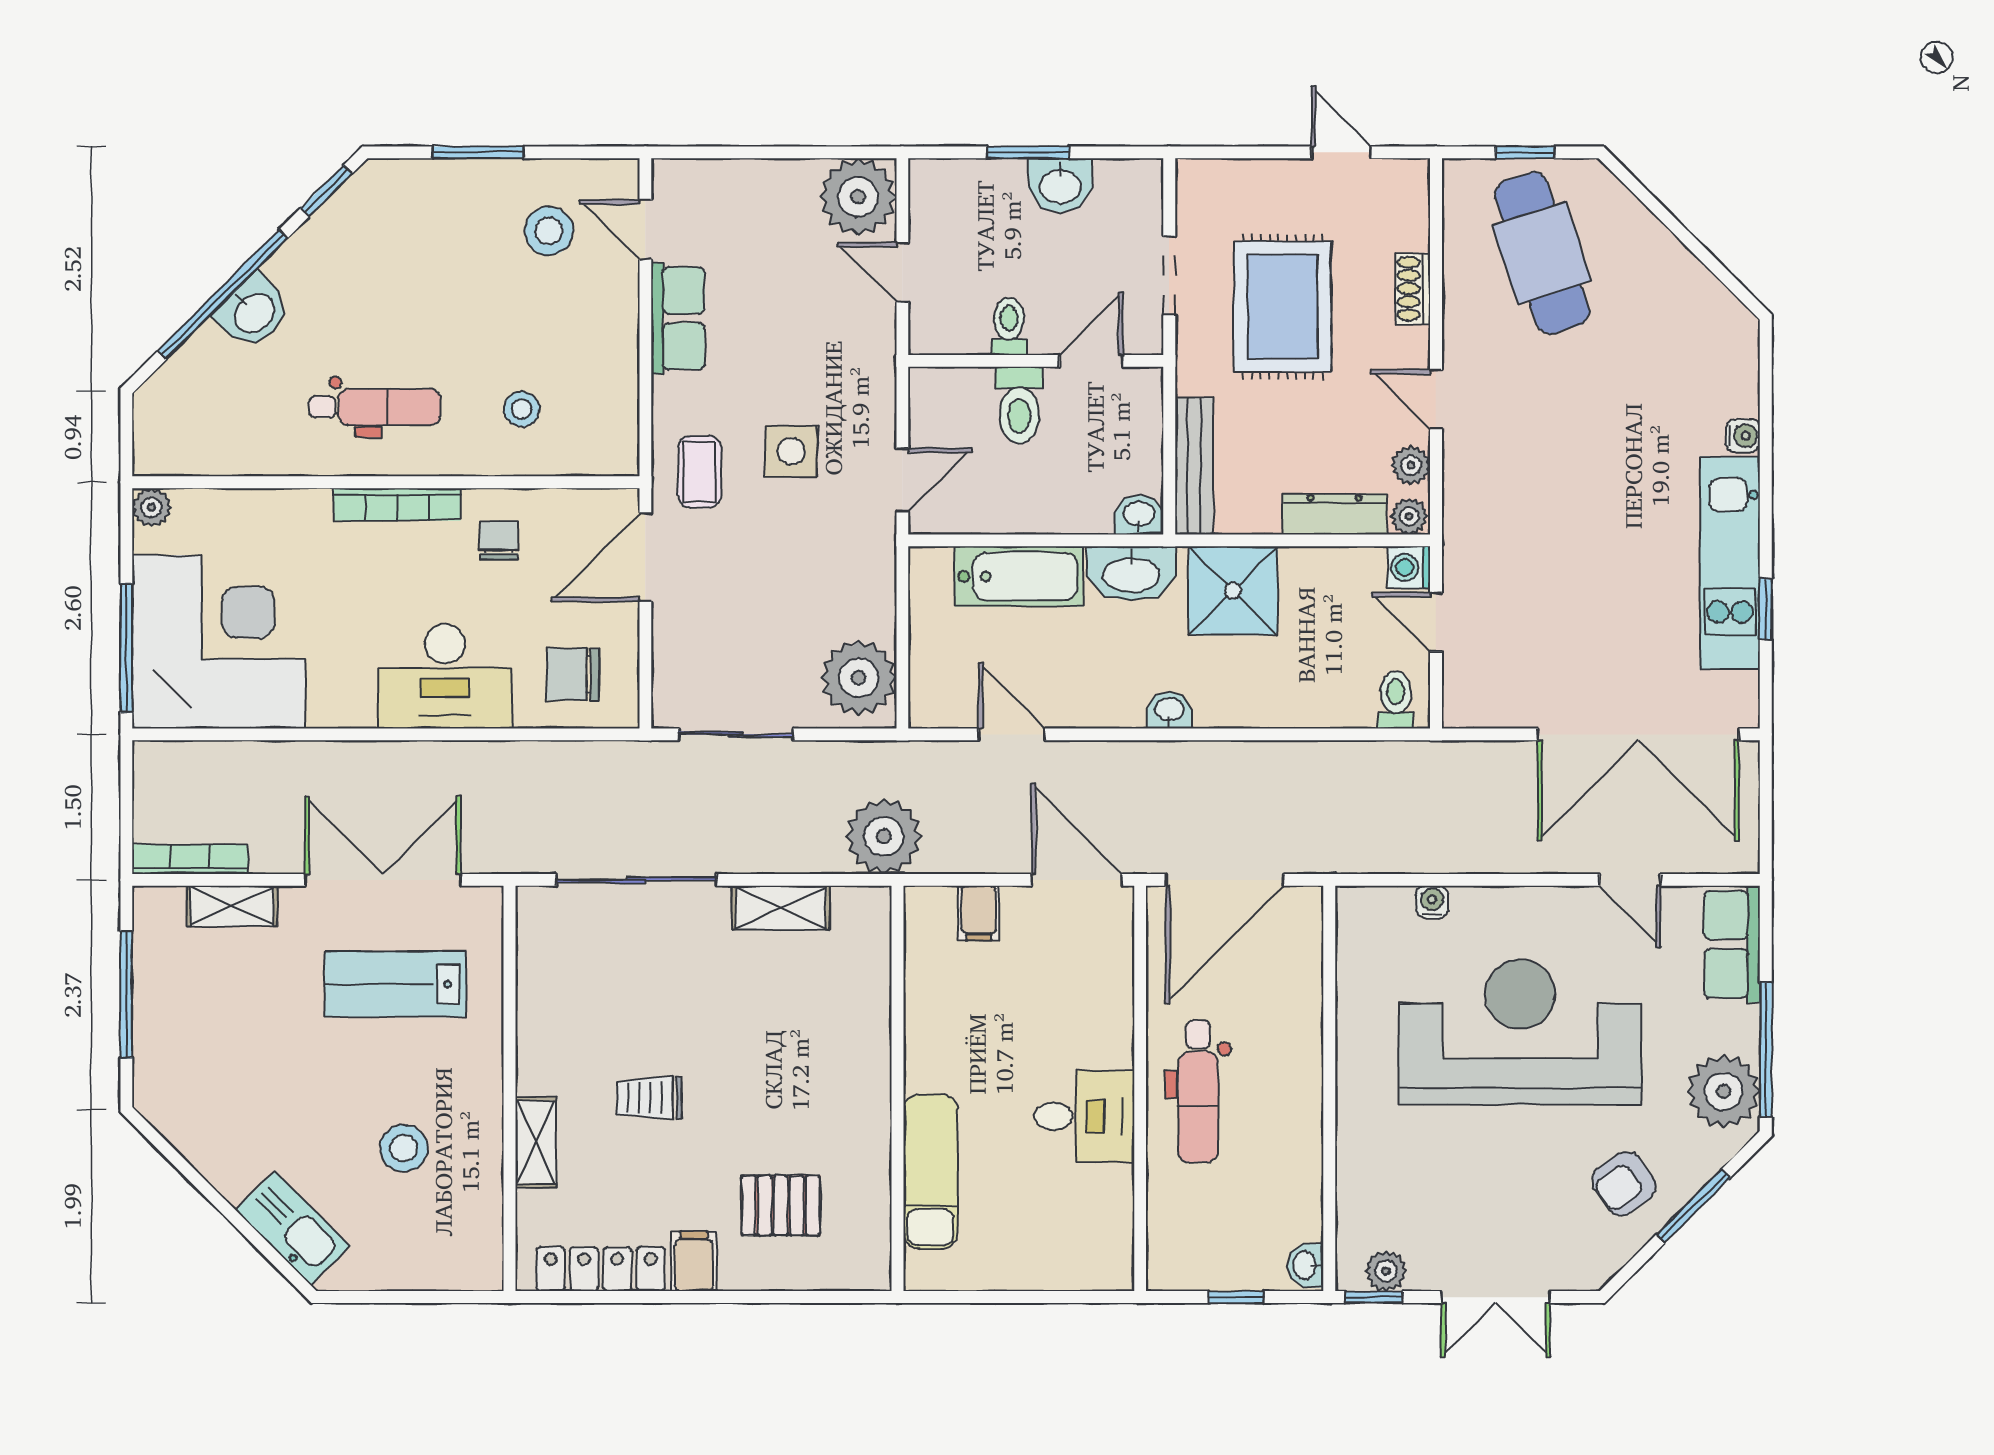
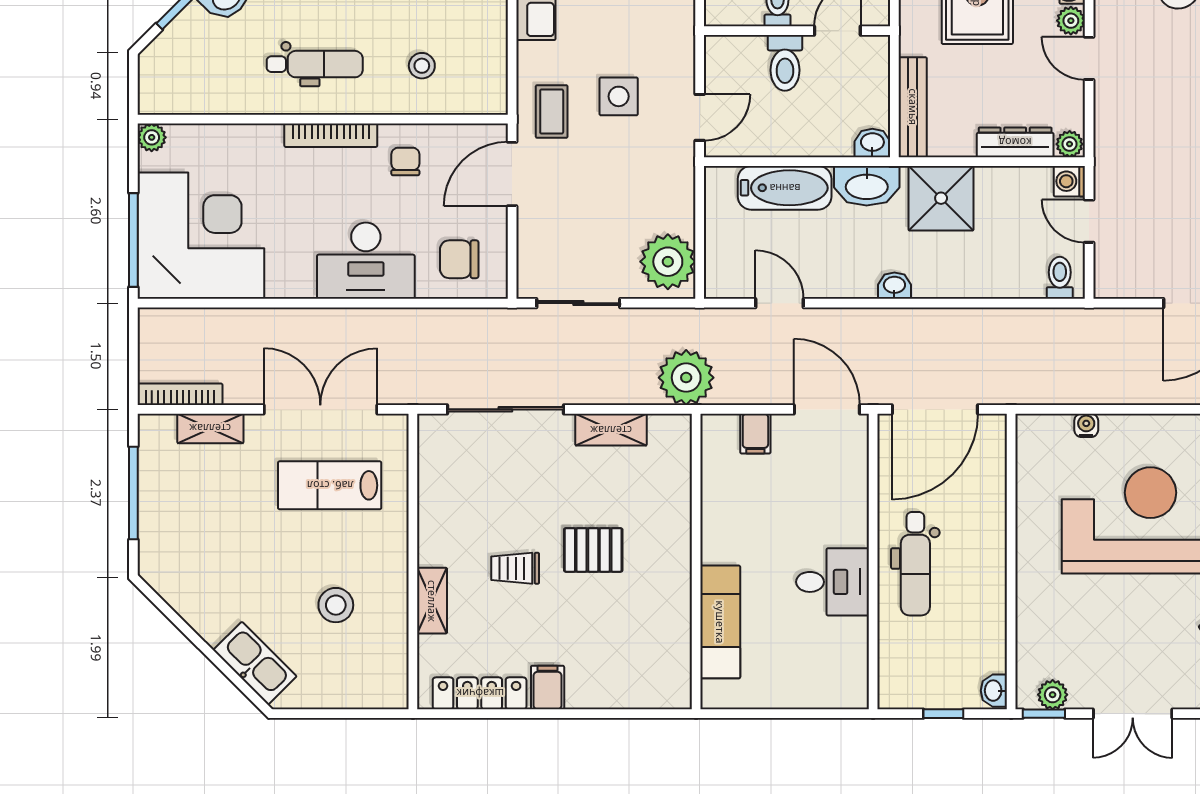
plant: (1411, 465) -> (1071, 21), moved
pallet: (781, 1206) -> (593, 550), moved

